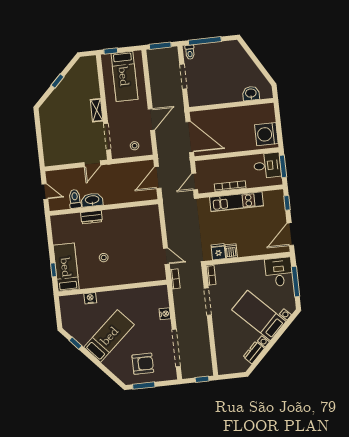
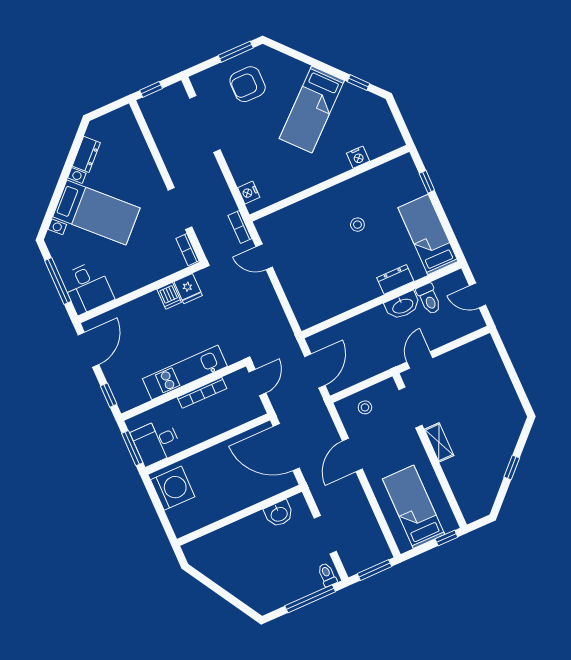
washbasin: (251, 93) -> (279, 514), moved
bed: (66, 267) -> (428, 235), moved, turned 180
nightstand: (165, 314) -> (249, 193), moved

